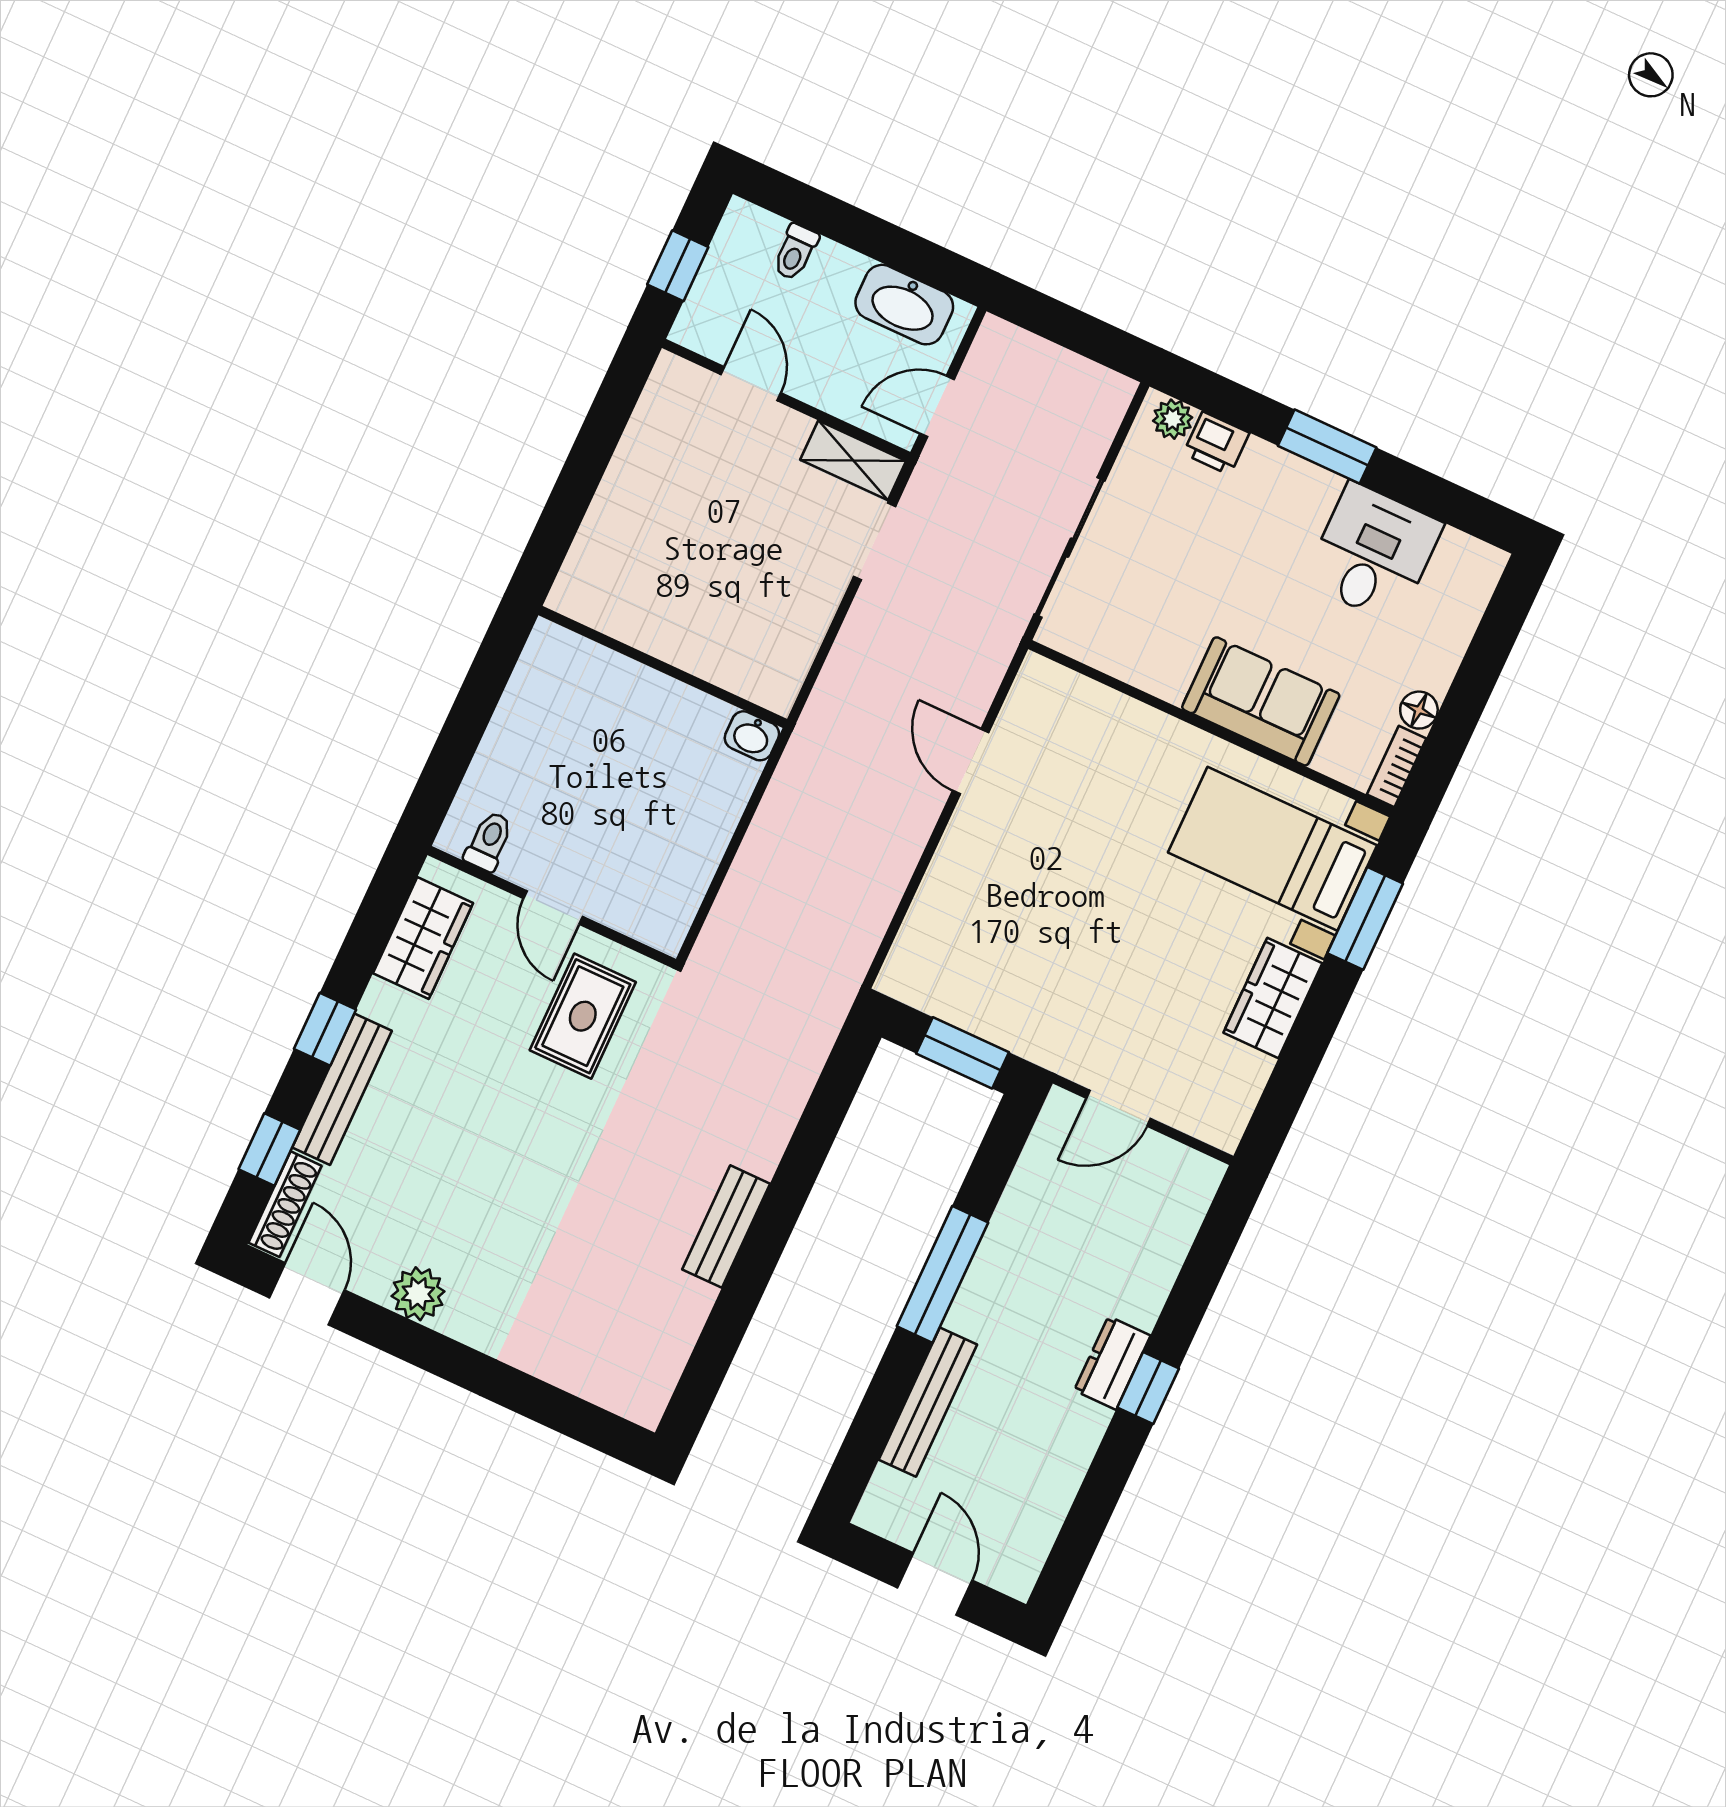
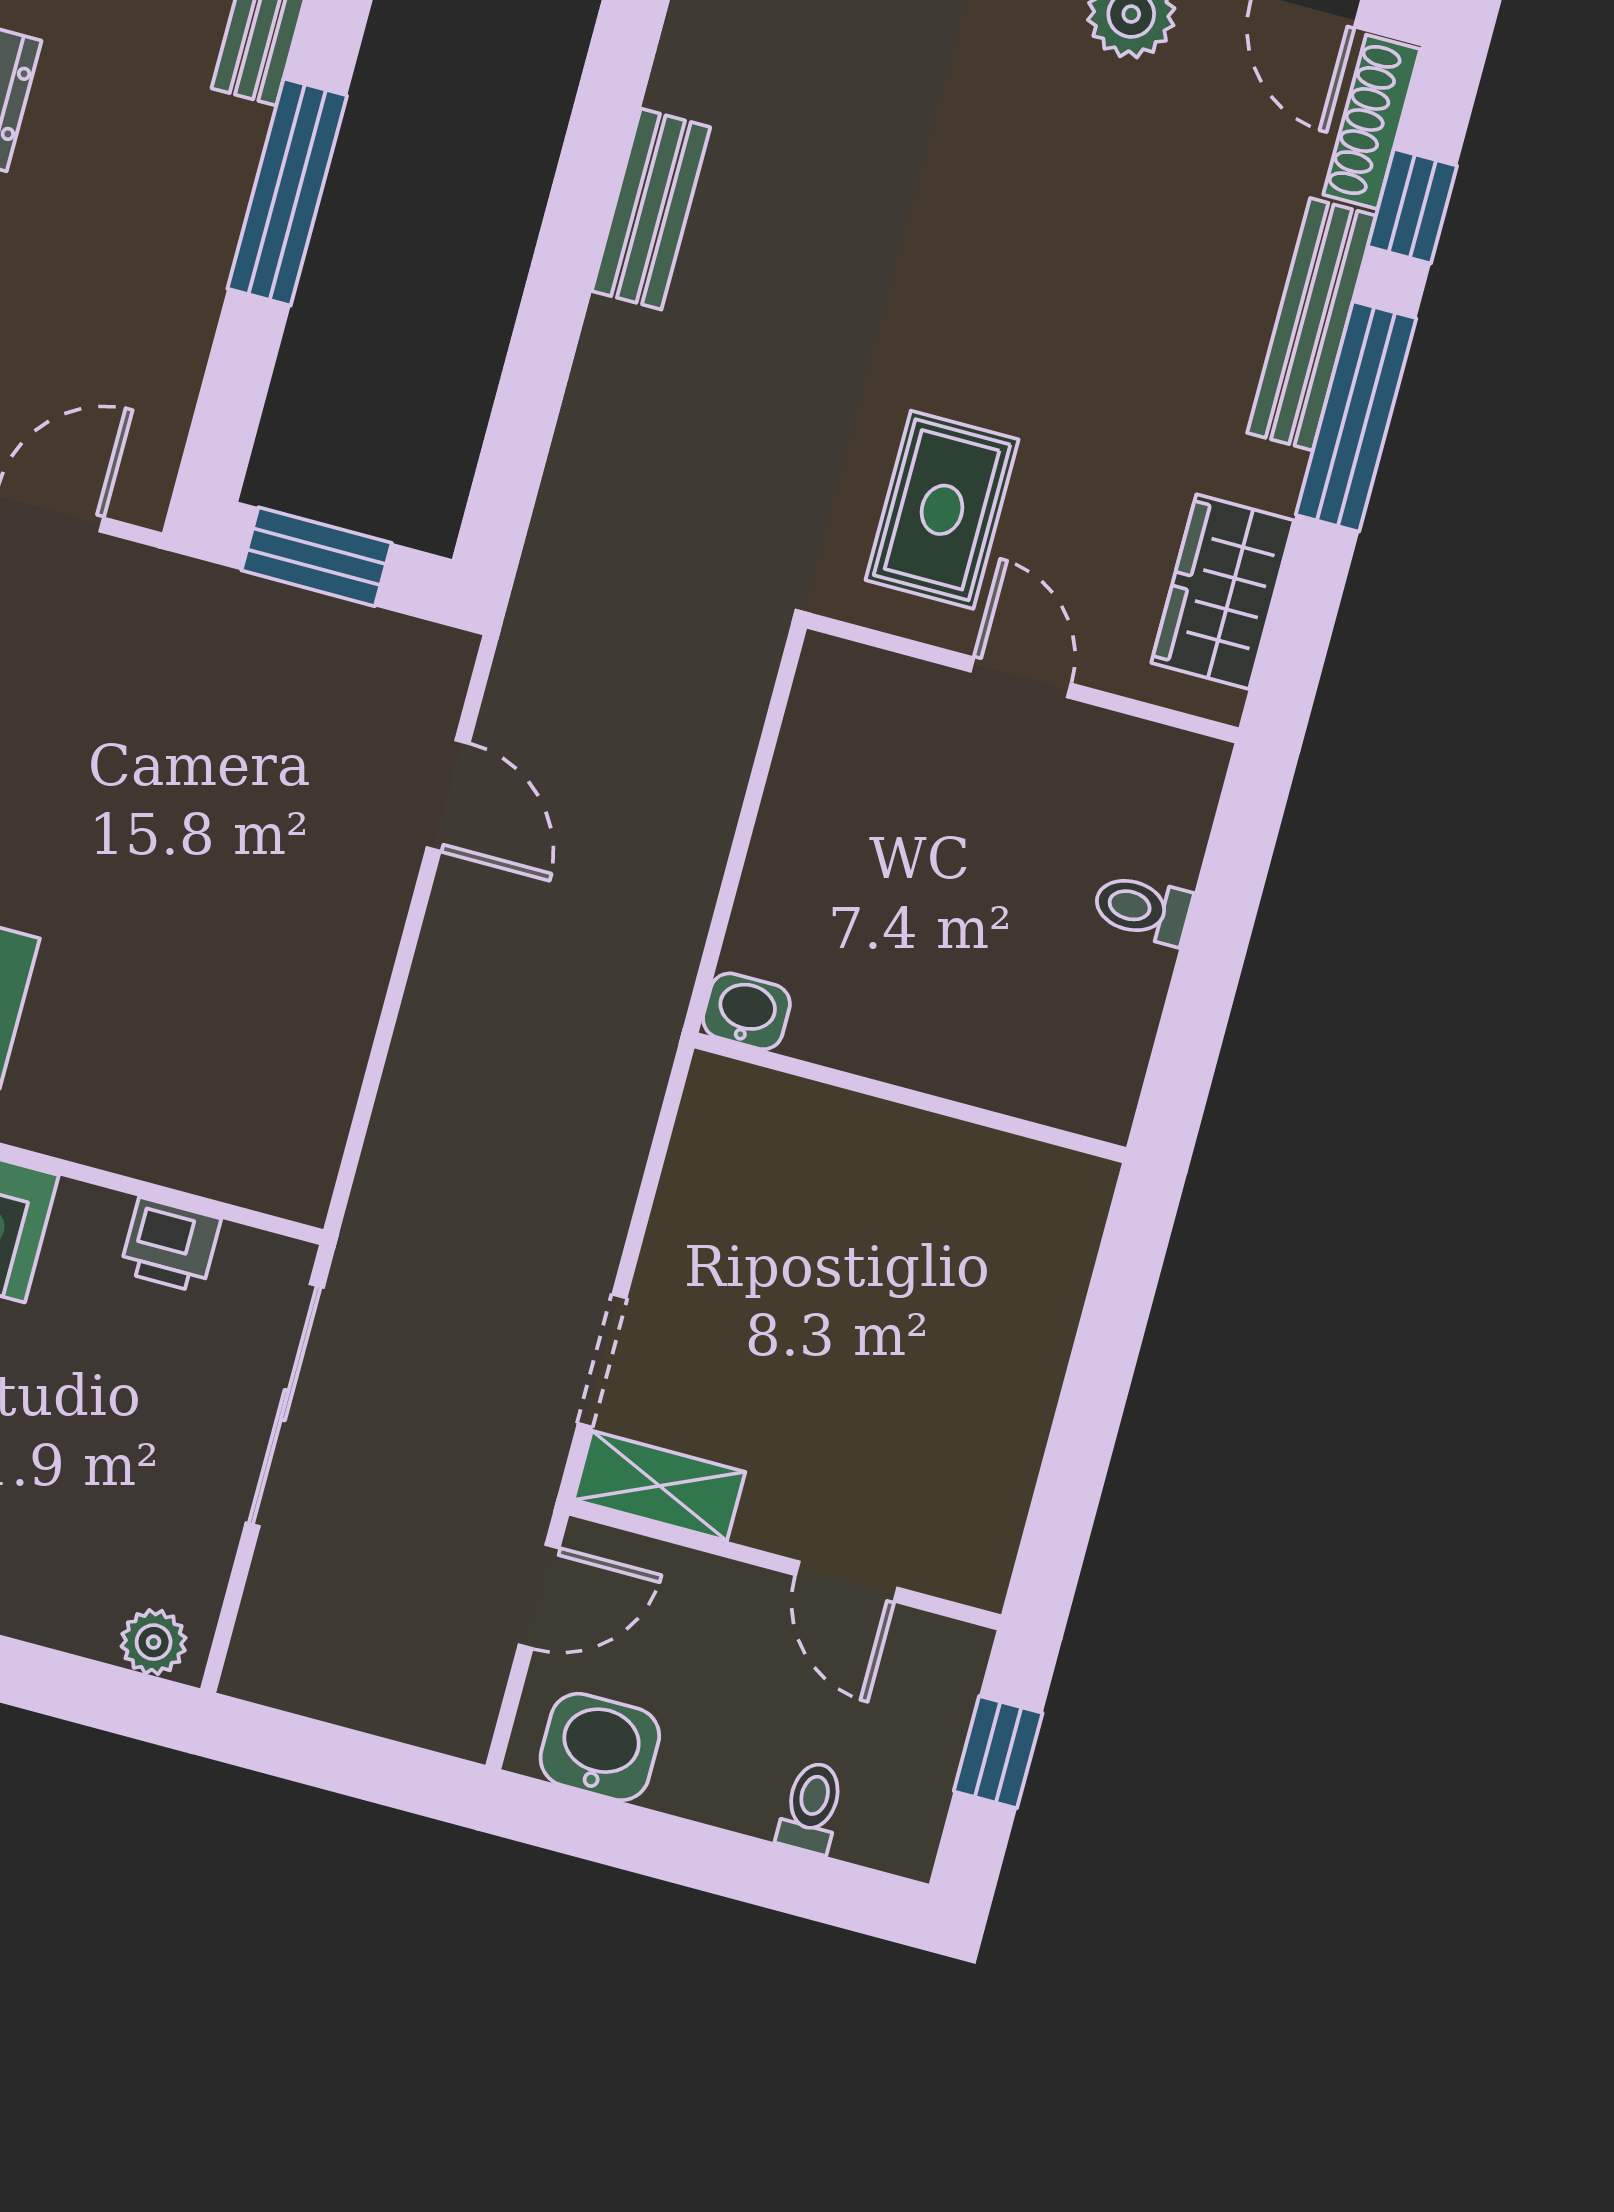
washbasin: (904, 305) -> (600, 1747), width x0.72
printer: (1216, 443) -> (170, 1245), moved, turned 180
door: (971, 762) -> (448, 796), moved
toilet: (489, 841) -> (1142, 909), moved, turned 90
window: (325, 1029) -> (1356, 416), width x2.17

